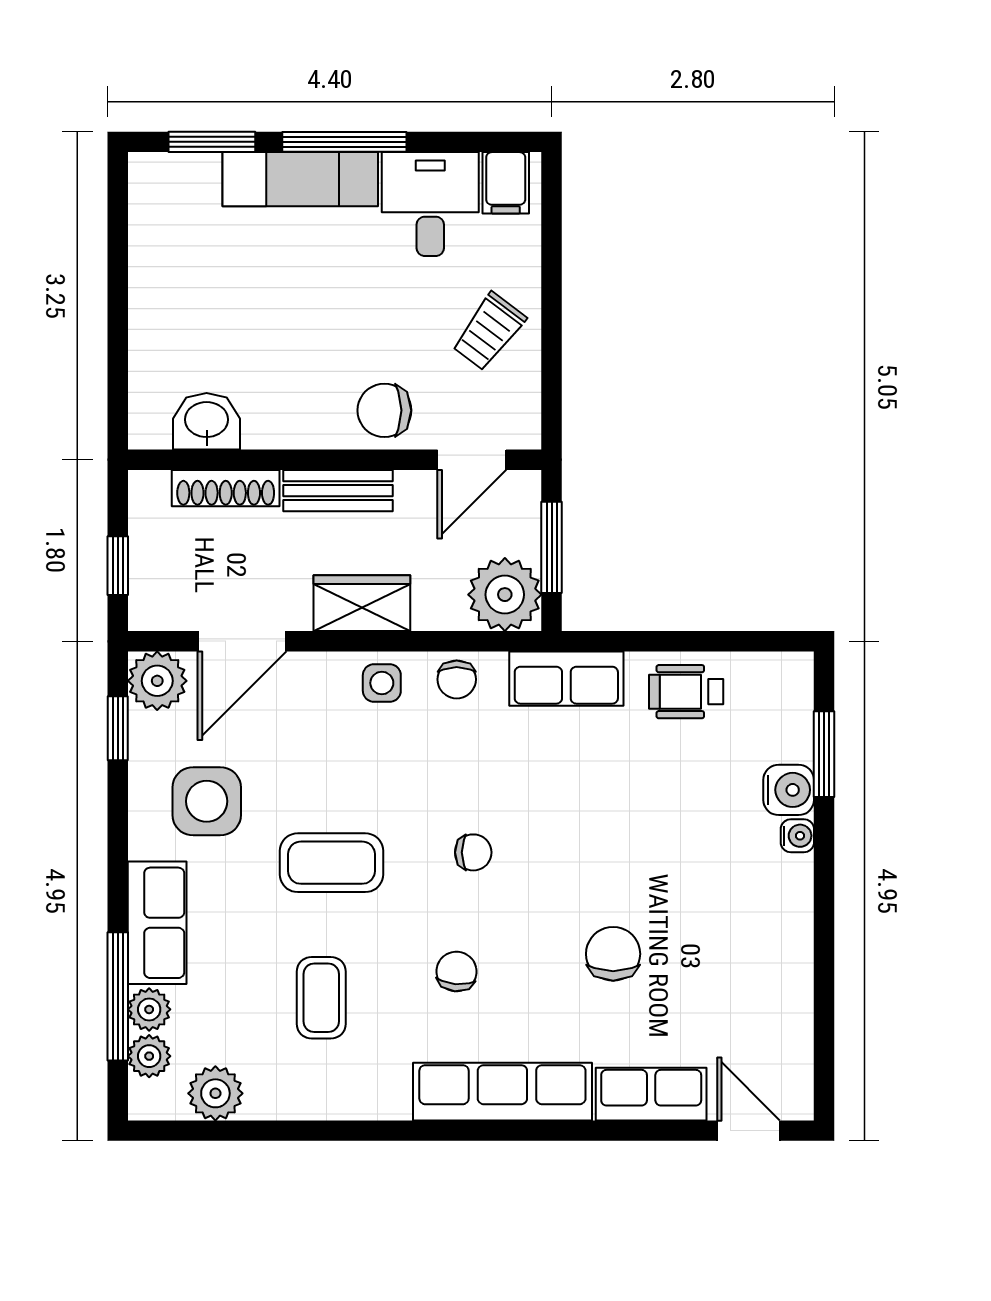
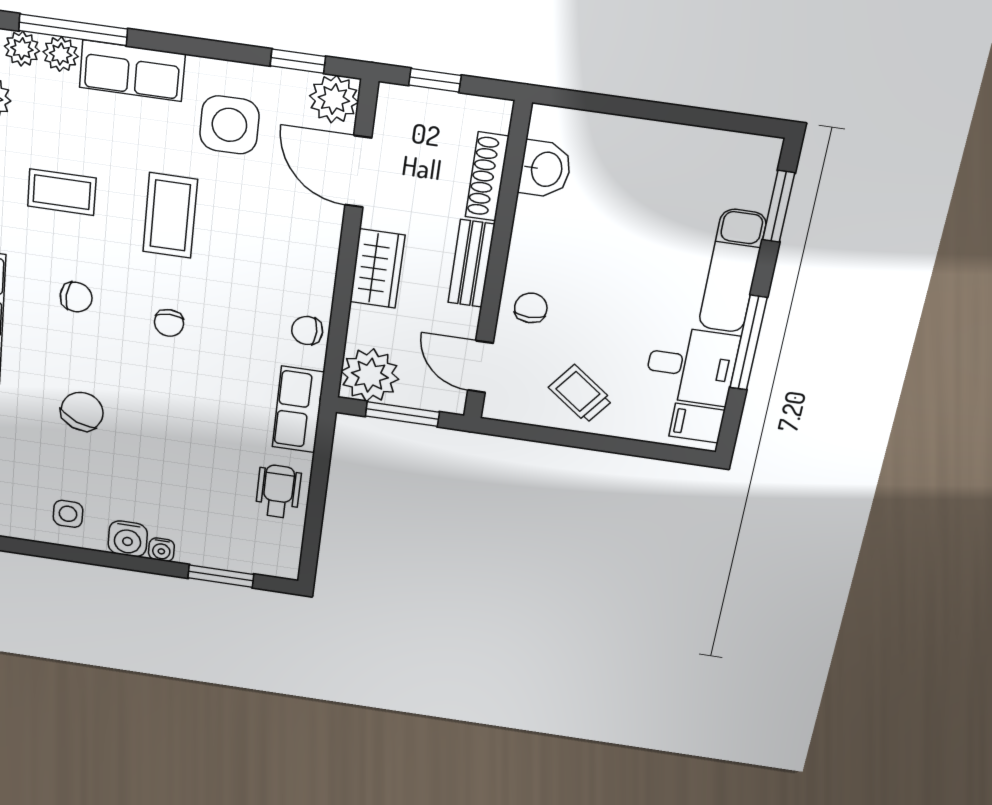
window: (344, 142) -> (748, 343), moved
chair: (384, 410) -> (531, 308), width x0.73, depth x0.73
side table: (382, 683) -> (68, 514), moved
water cooler: (789, 790) -> (128, 539), moved
chair: (613, 954) -> (82, 411), turned -67

